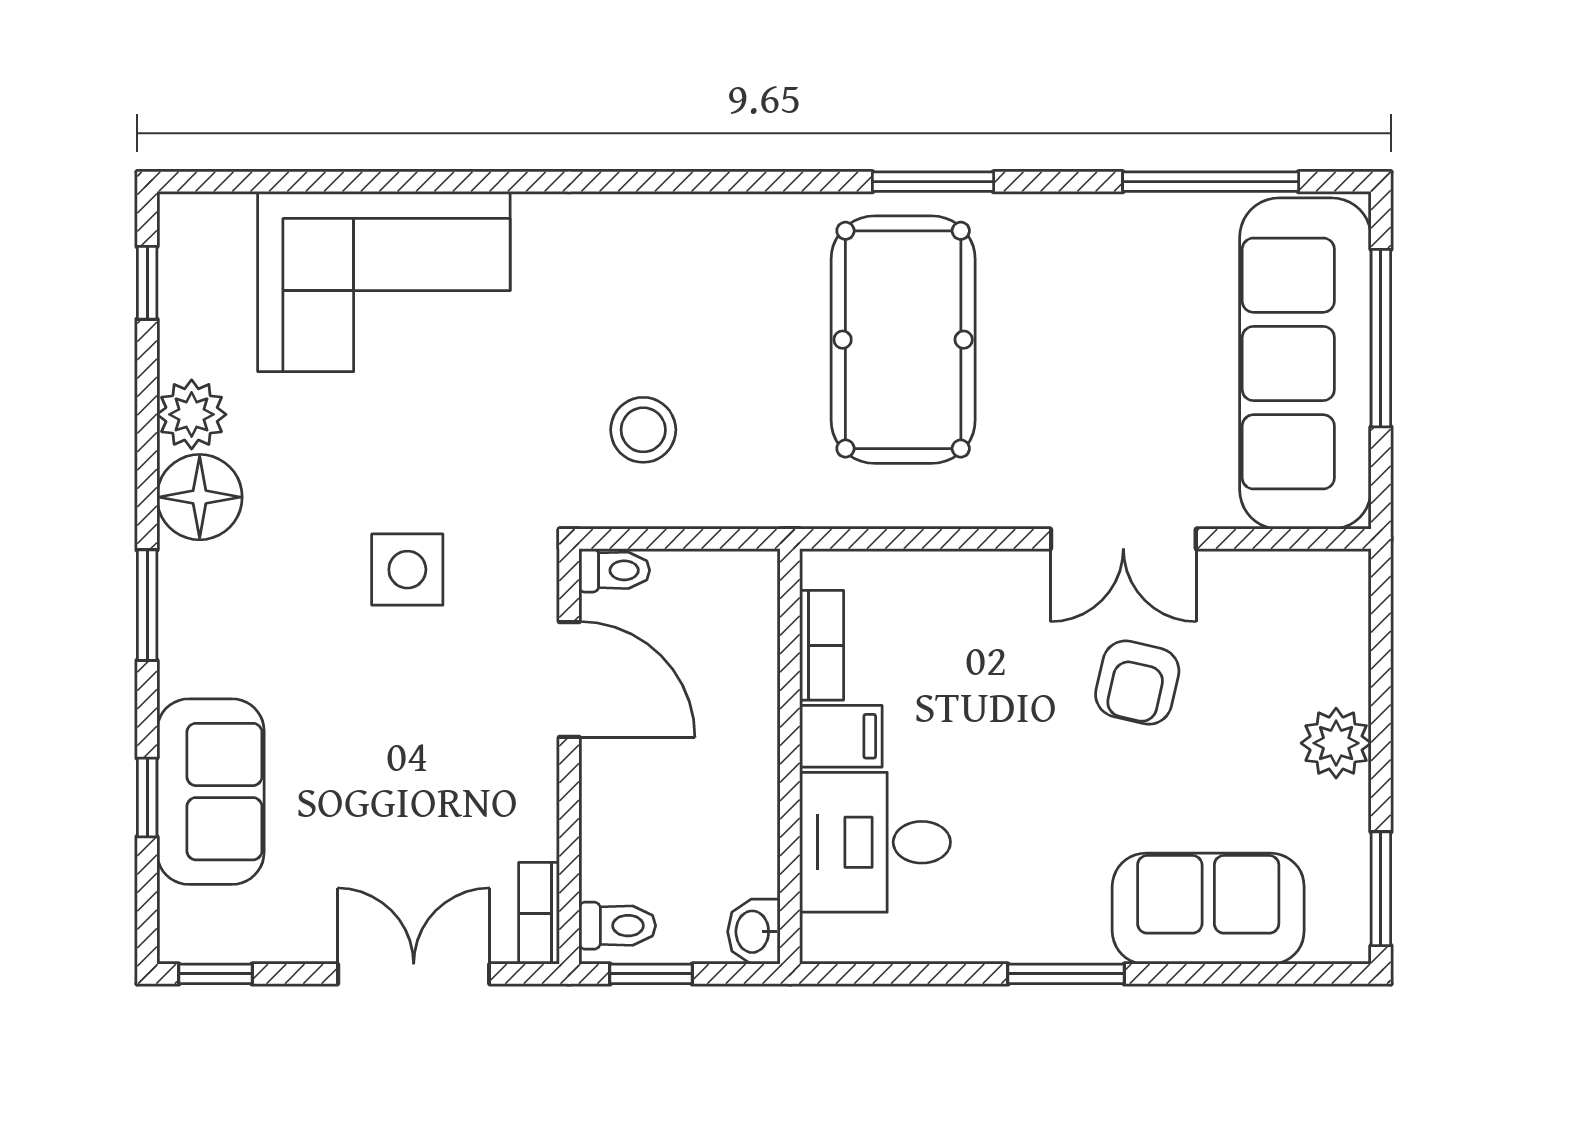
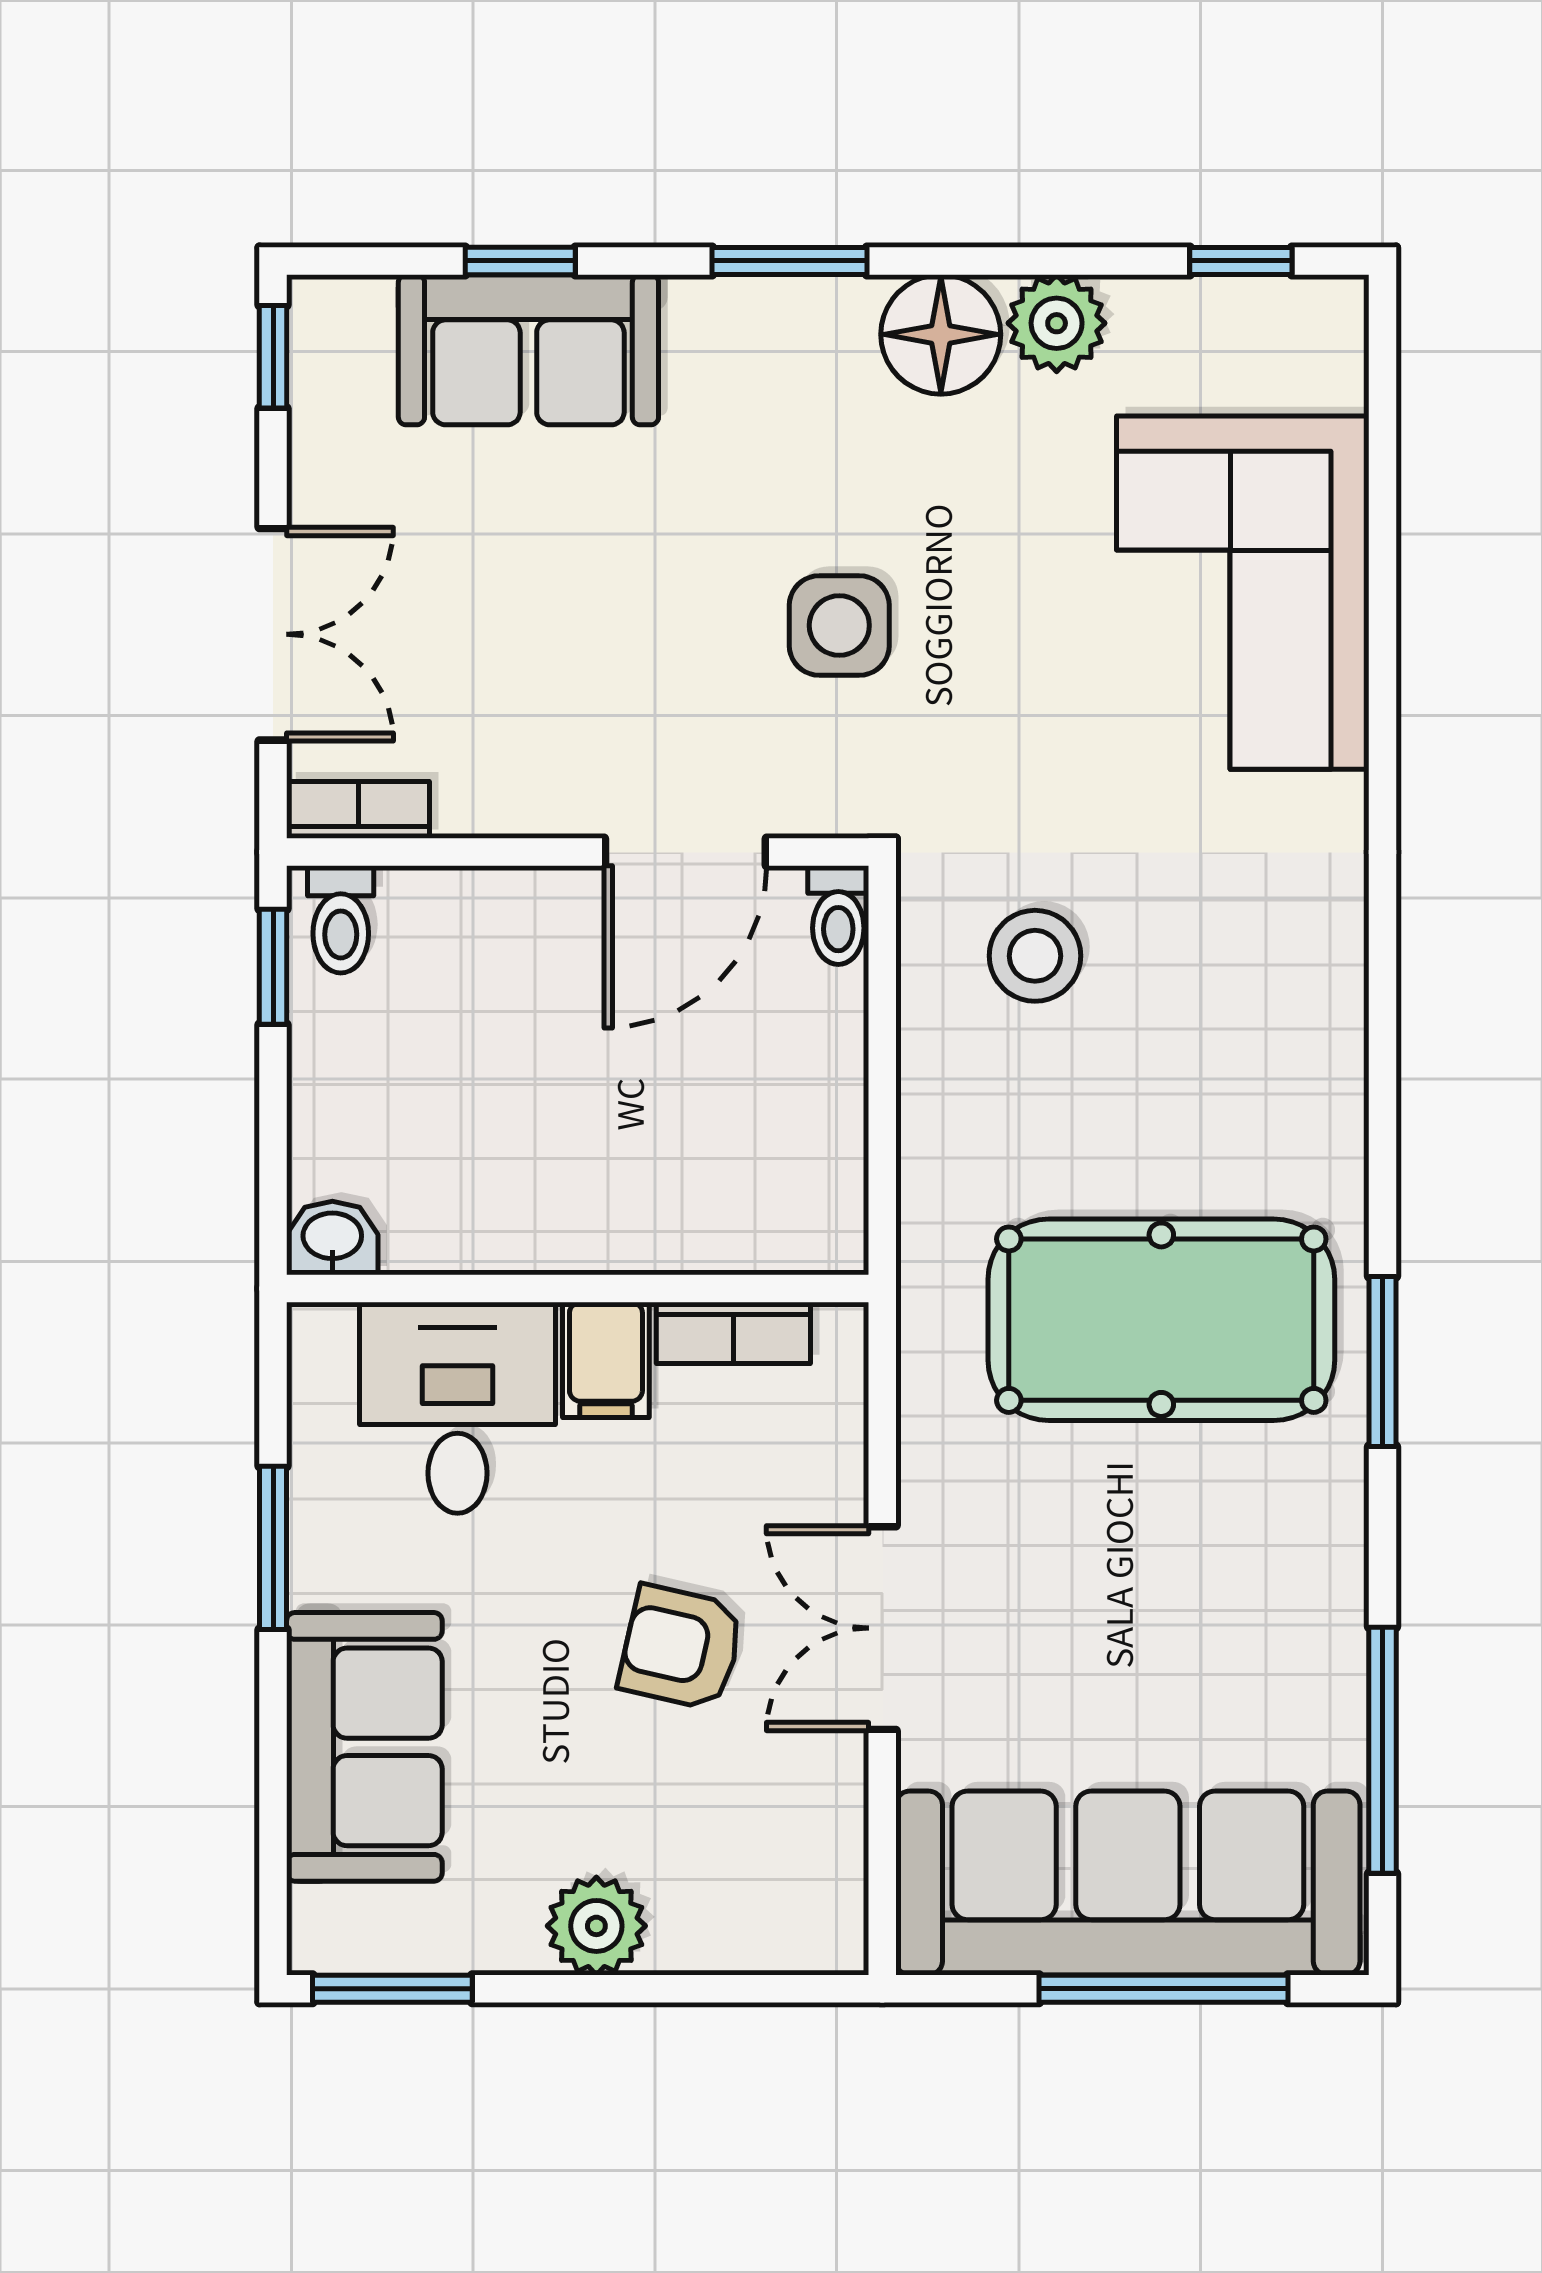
bookcase: (822, 645) -> (733, 1333), moved
filing cabinet: (841, 736) -> (606, 1360), moved
wall: (790, 756) -> (578, 1289), moved
desk: (875, 842) -> (457, 1408), moved
washbasin: (754, 932) -> (332, 1238), moved

